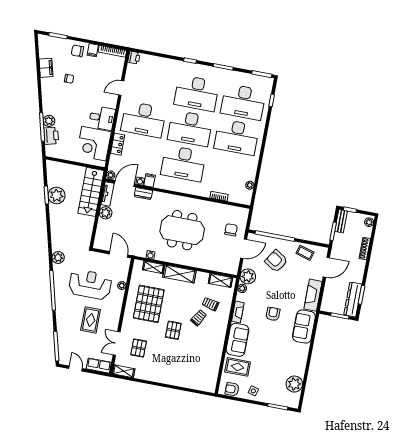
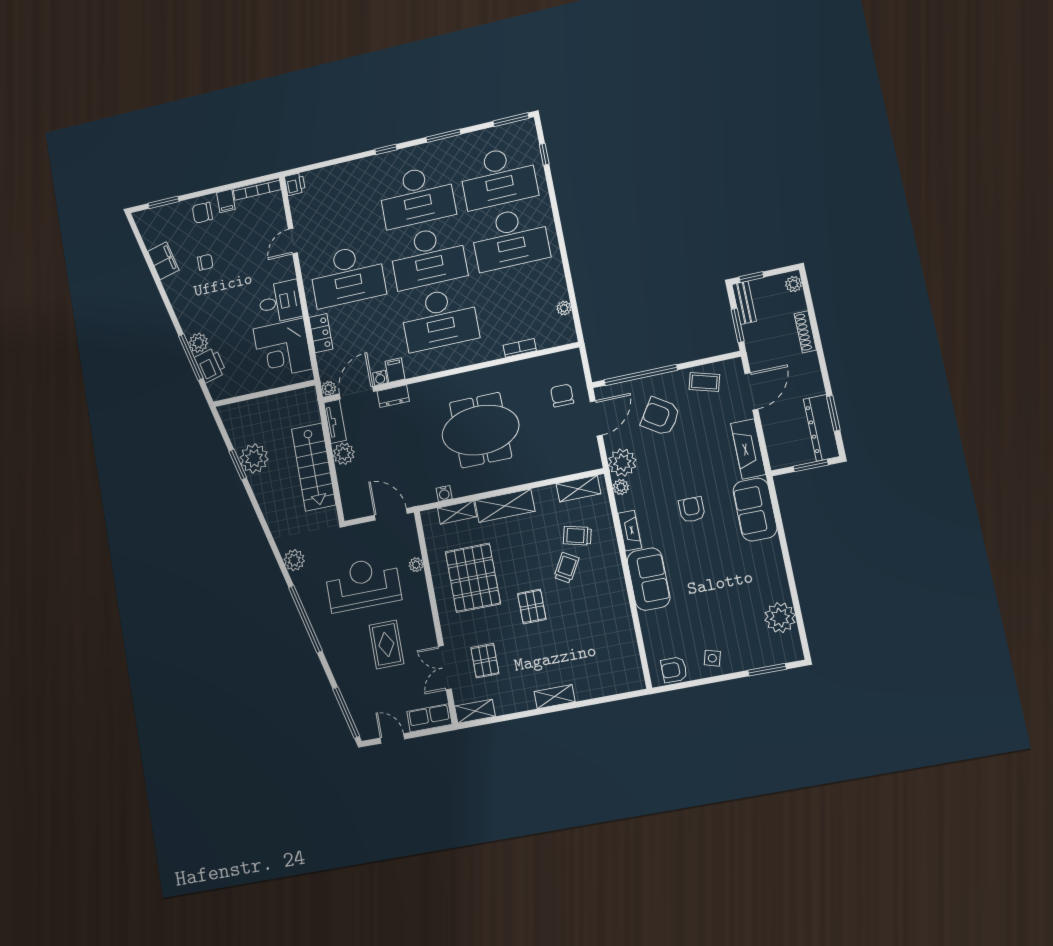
stairs: (91, 192) -> (314, 467), moved
rug: (238, 367) -> (668, 627), removed
shelving: (167, 379) -> (555, 697), added

